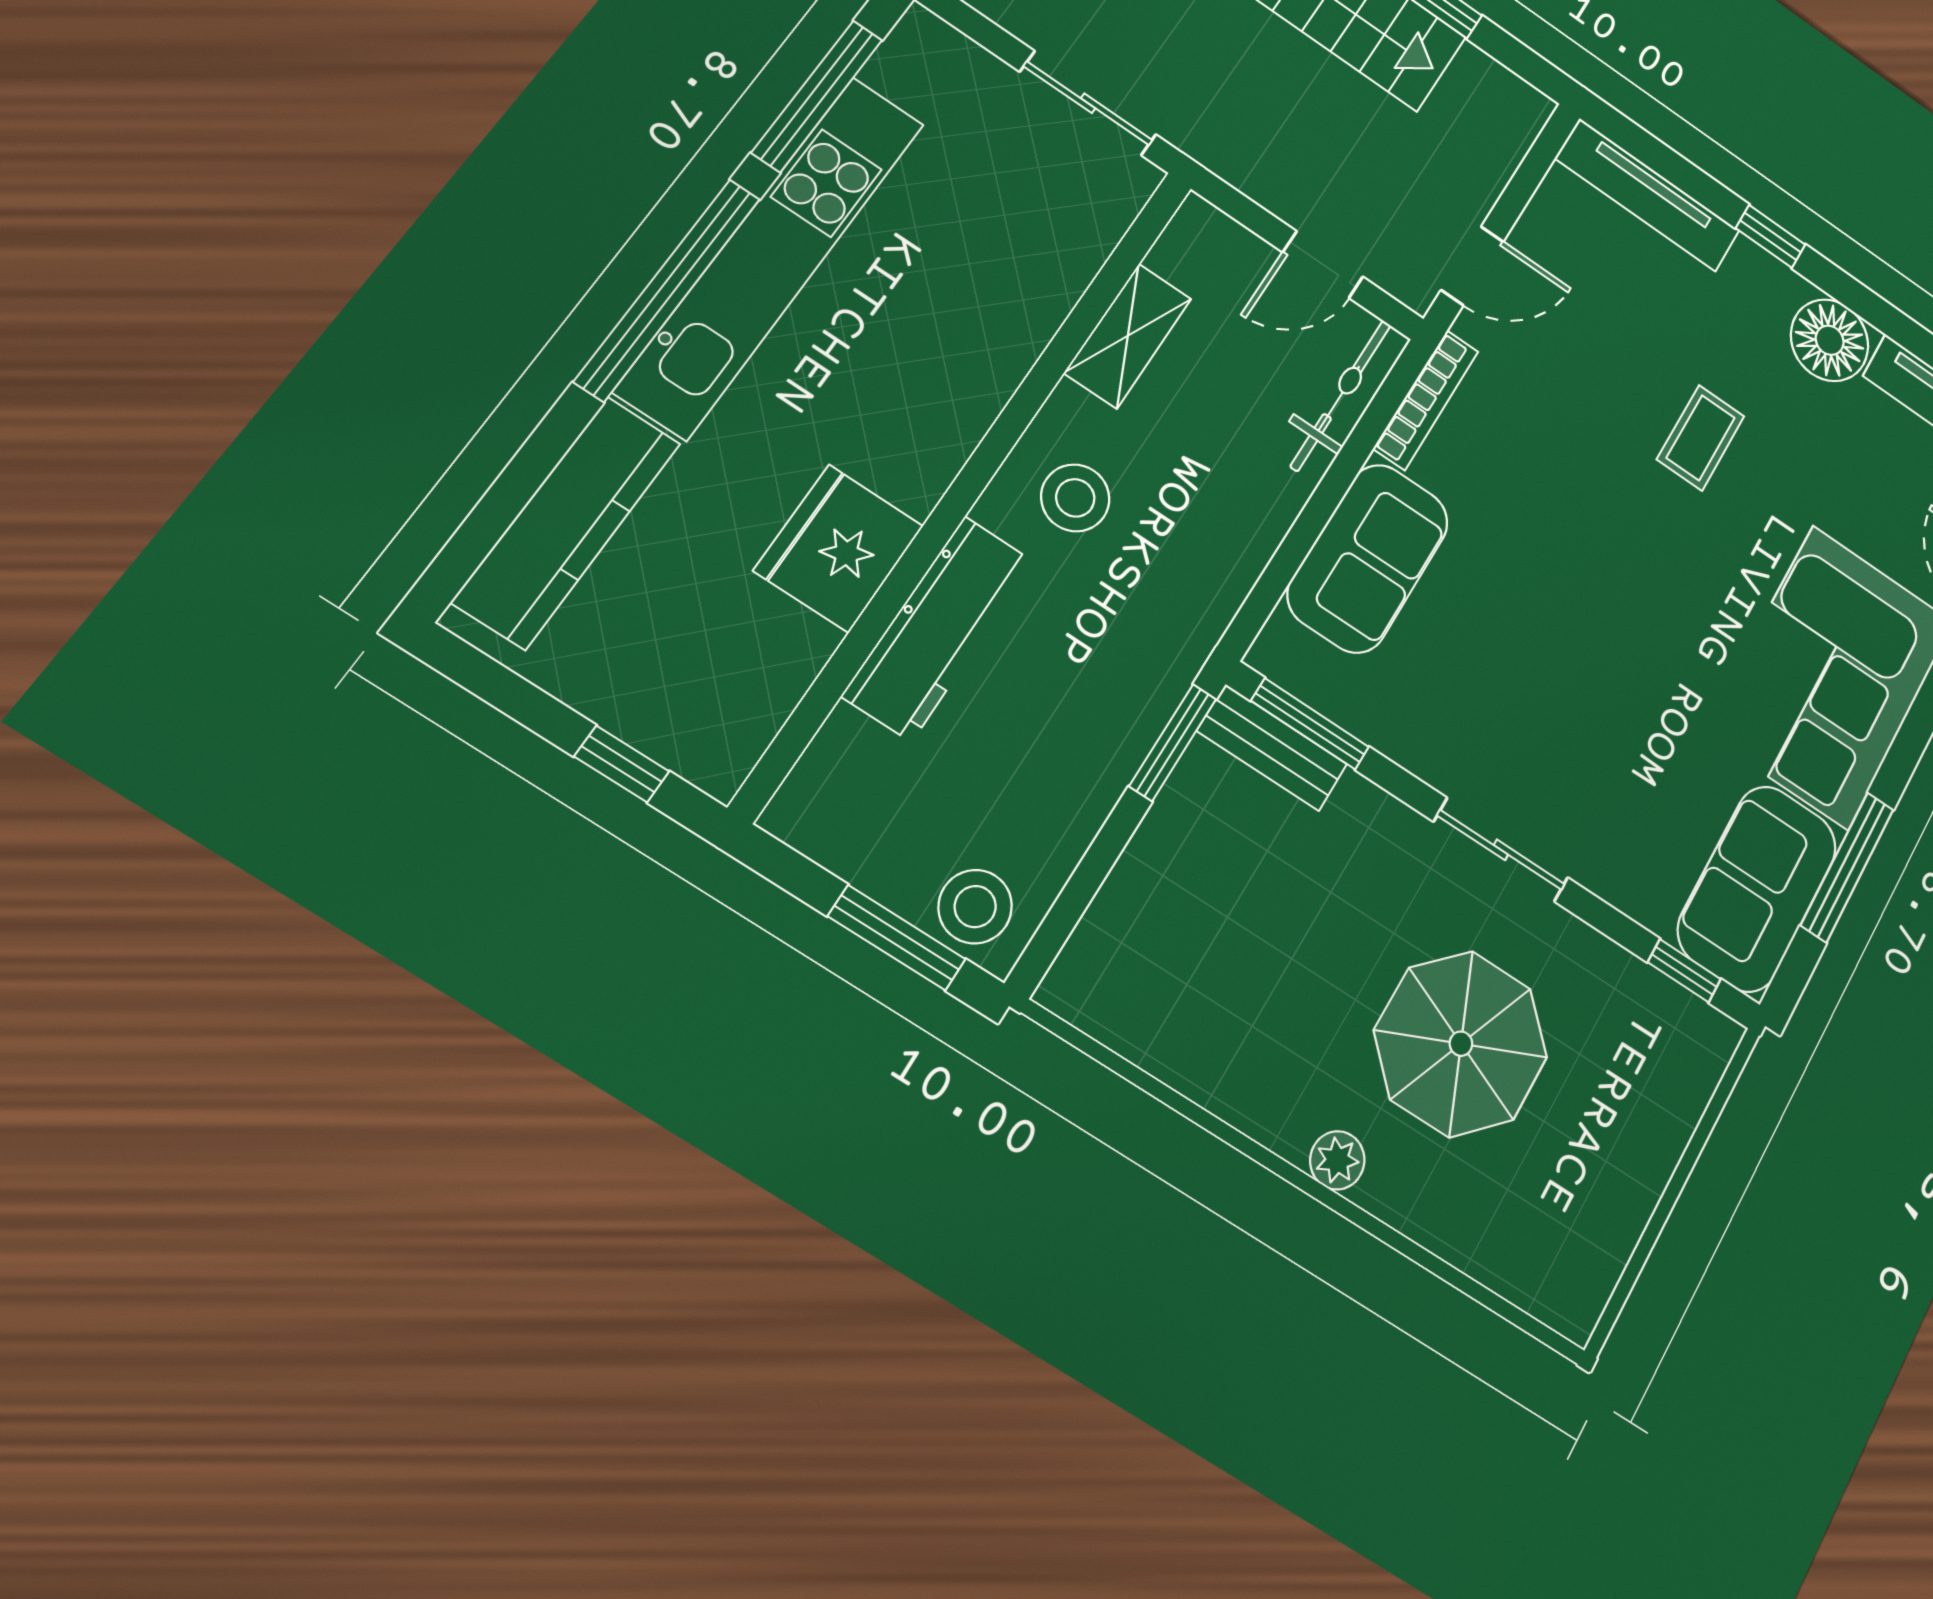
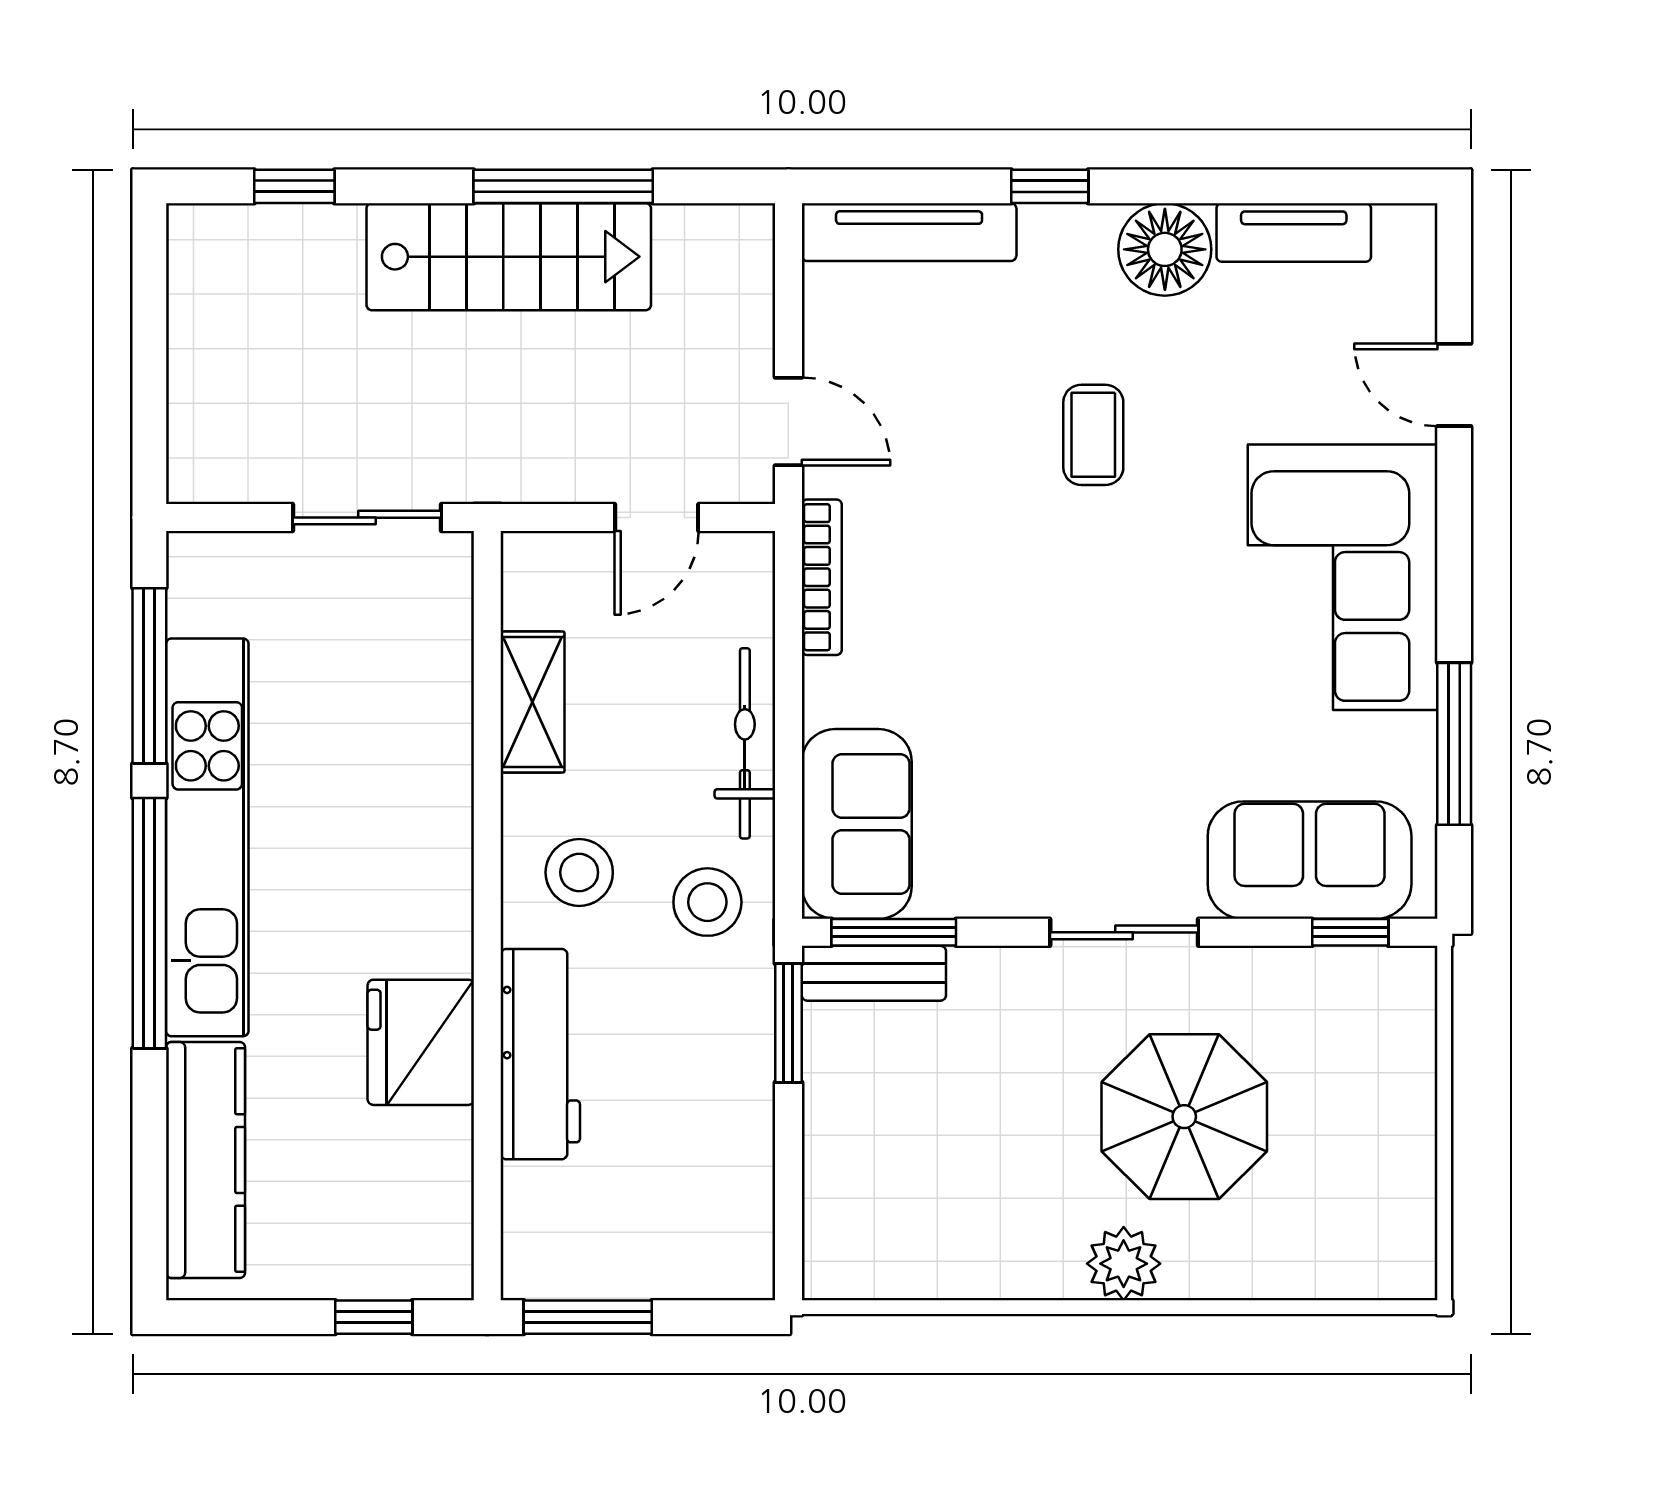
door: (1472, 266) -> (788, 422), hinge flipped
bicycle: (1341, 395) -> (745, 743), moved
sofa: (1368, 558) -> (857, 824), moved
sofa: (1758, 888) -> (1310, 860), moved, turned 90
stool: (975, 907) -> (707, 902), moved
window: (897, 938) -> (588, 1317), moved
plant: (1337, 1160) -> (1124, 1264), width x1.38, depth x1.38

